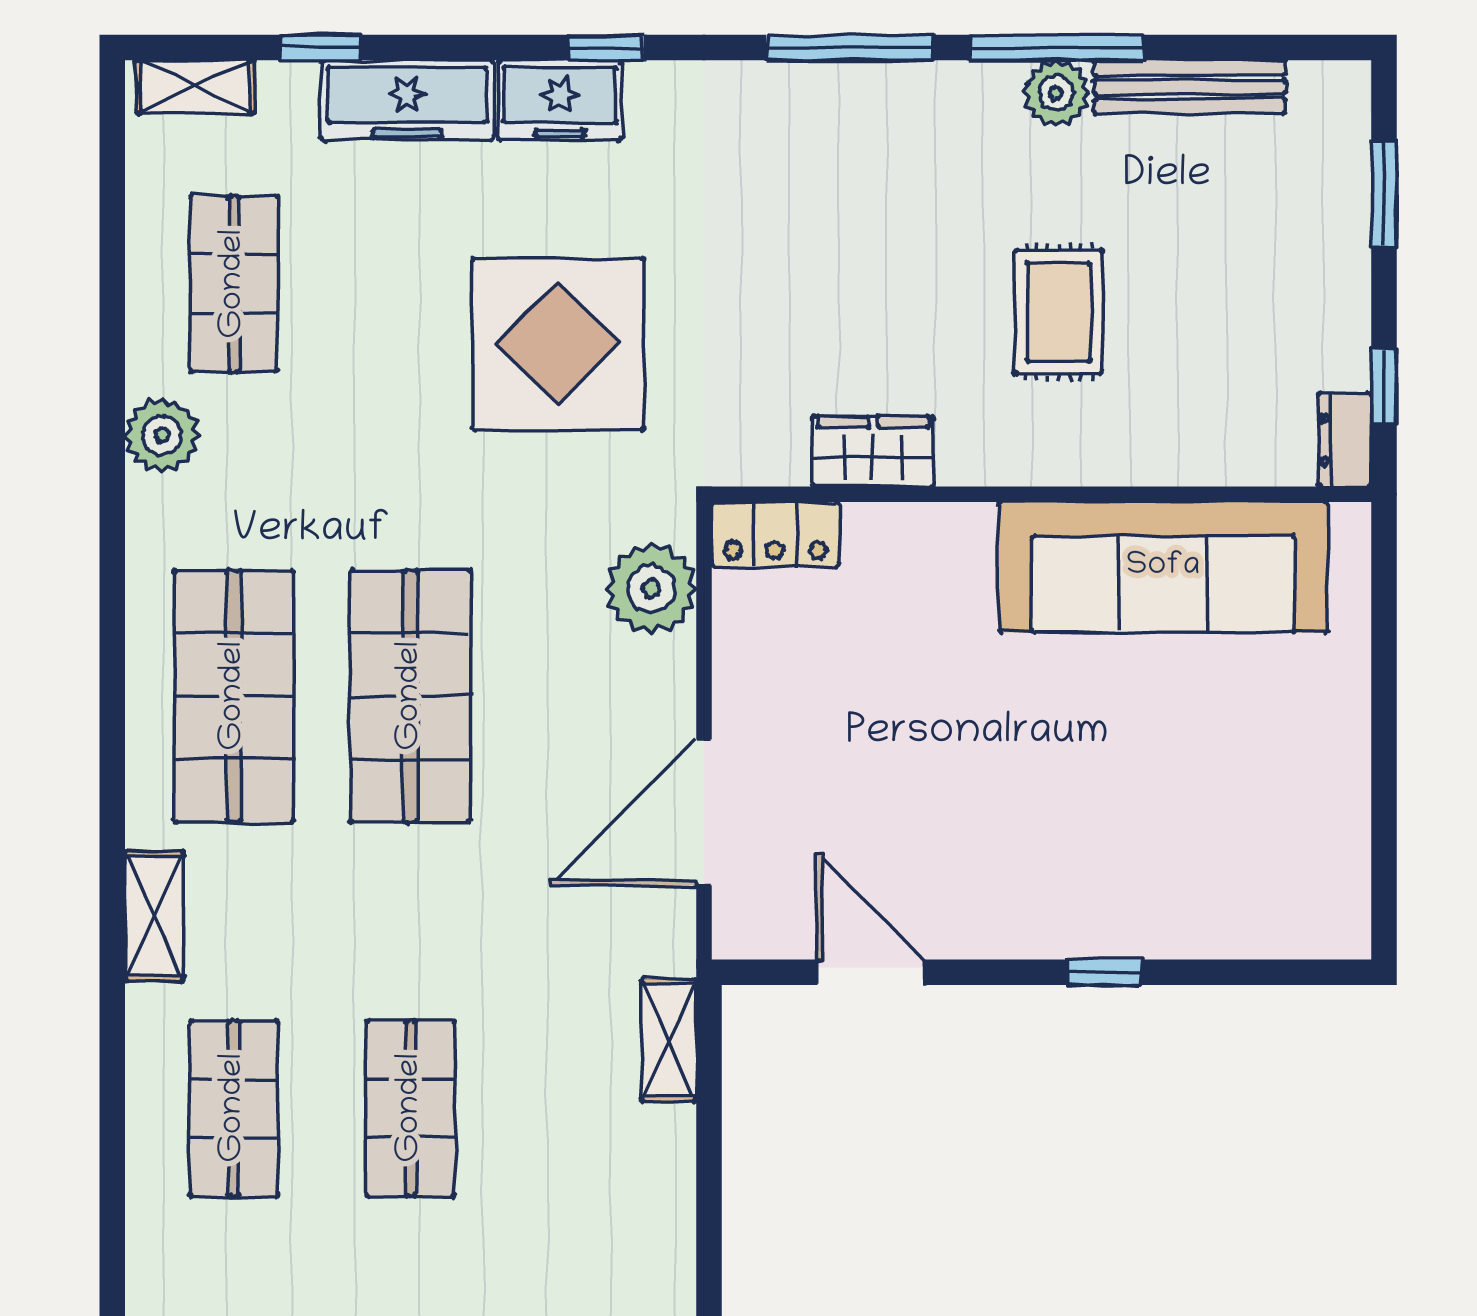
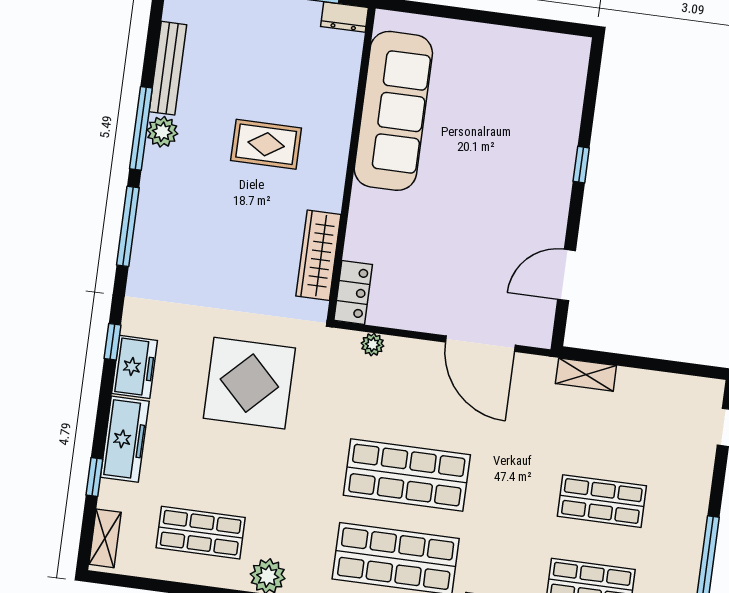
wardrobe: (873, 451) -> (318, 255), width x1.50
plant: (651, 589) -> (373, 345), width x0.53, depth x0.53

